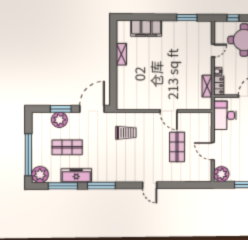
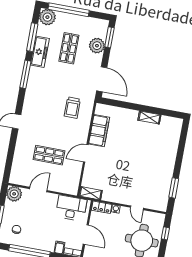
filing cabinet: (146, 28) -> (99, 131), moved, turned 180
shelving: (207, 86) -> (91, 193), moved
window: (61, 109) -> (109, 37), moved

